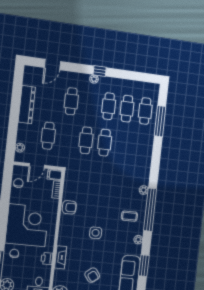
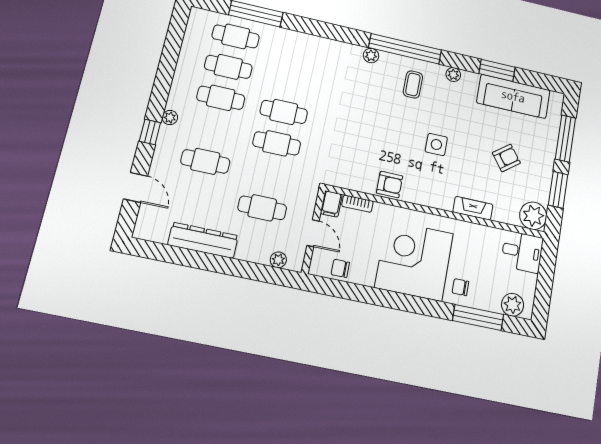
window: (100, 71) -> (150, 132), moved
armchair: (69, 207) -> (390, 184), turned 90
printer: (47, 258) -> (473, 232), removed

